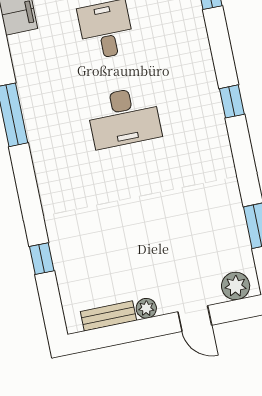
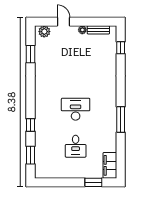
window: (232, 101) -> (30, 125), moved
window: (42, 259) -> (121, 48), moved

